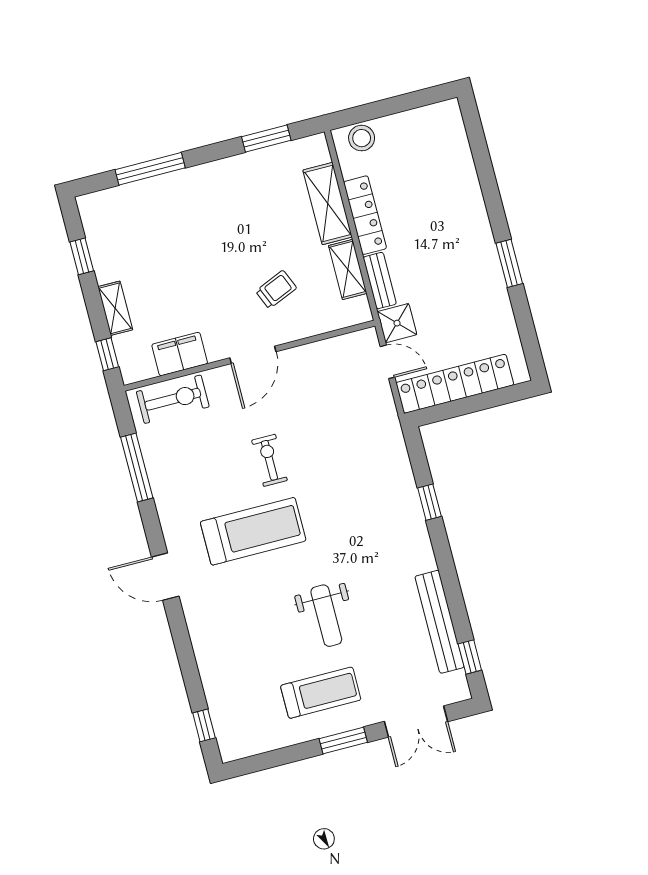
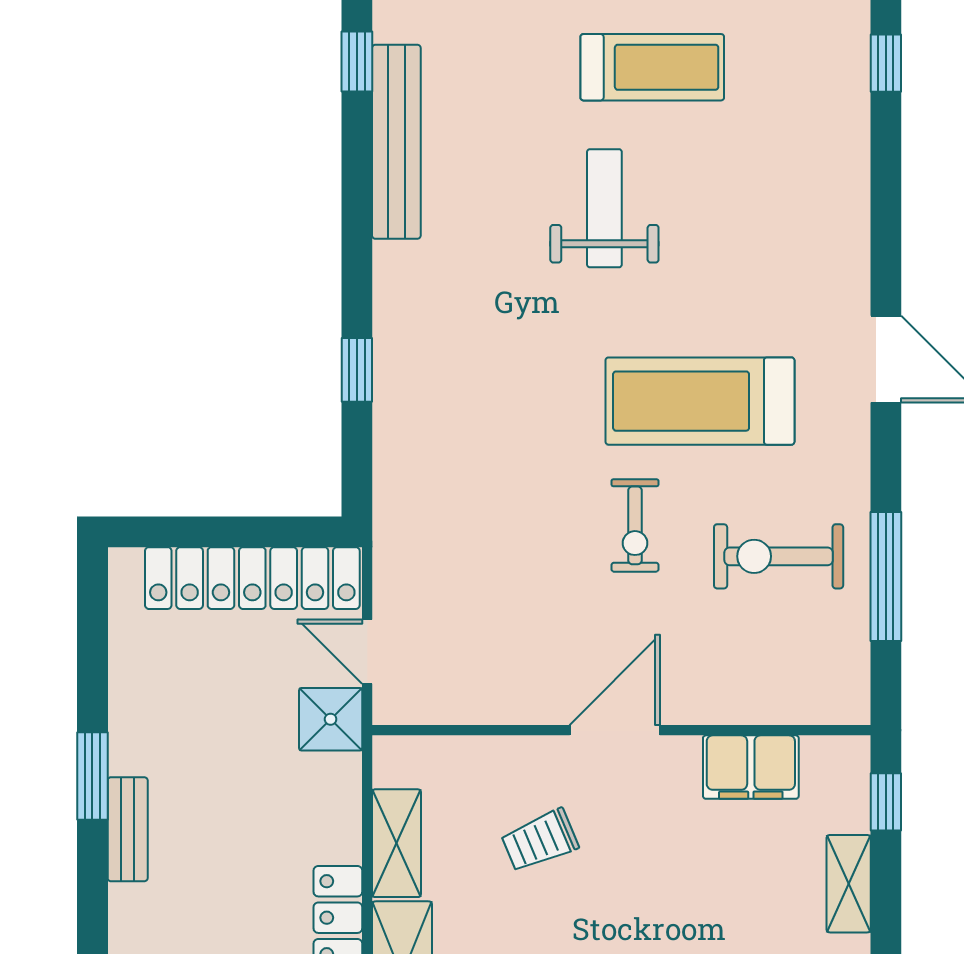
bench: (380, 281) -> (128, 829), moved
exercise bike: (173, 399) -> (779, 556), moved
treadmill: (321, 693) -> (652, 67), turned 180

